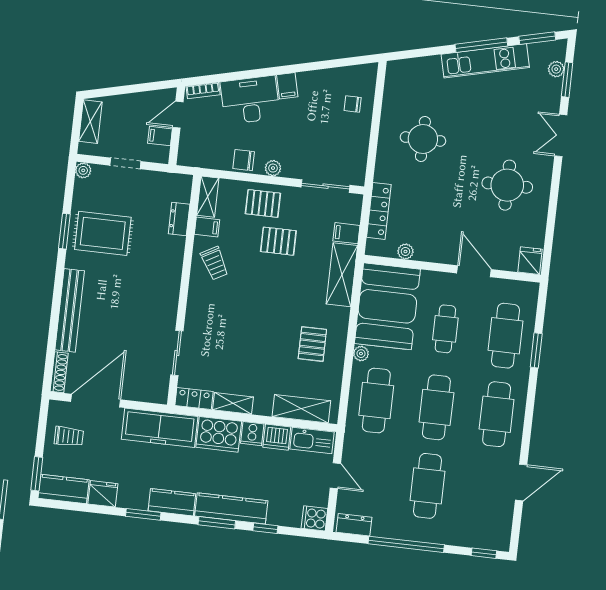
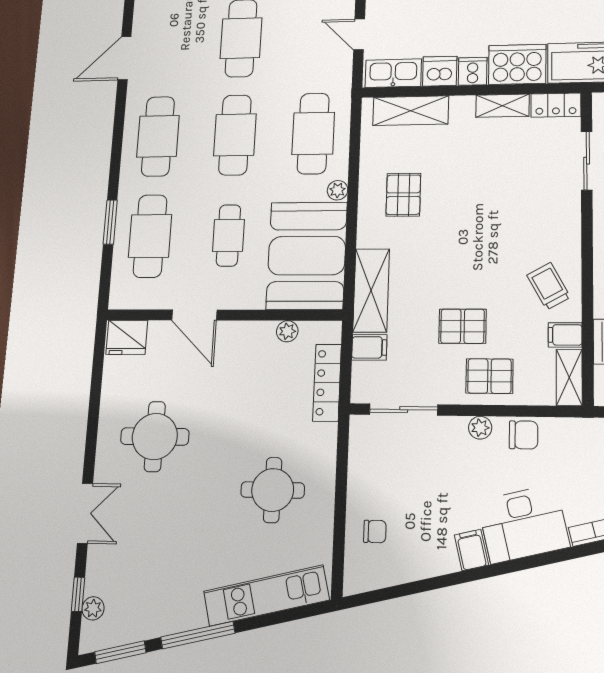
kitchen unit: (485, 61) -> (266, 596), moved
window: (567, 80) -> (78, 594), width x0.67
fridge: (530, 261) -> (127, 337), width x1.38

